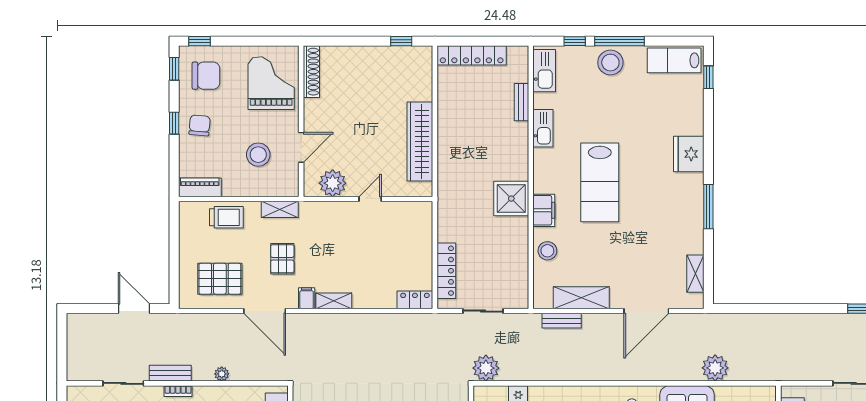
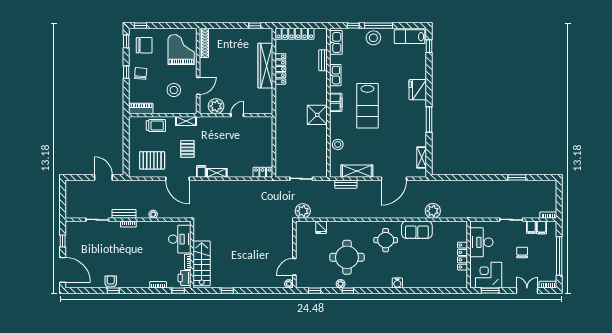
wardrobe: (420, 142) -> (265, 66), moved
filing cabinet: (544, 210) -> (336, 102), moved
locker: (446, 271) -> (280, 69), moved

